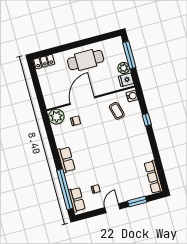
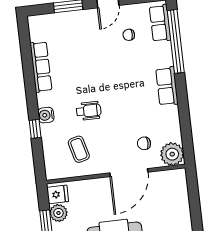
water cooler: (132, 96) -> (46, 115), moved
wheelchair: (114, 136) -> (89, 111), added
row of seats: (153, 177) -> (41, 67), moved

